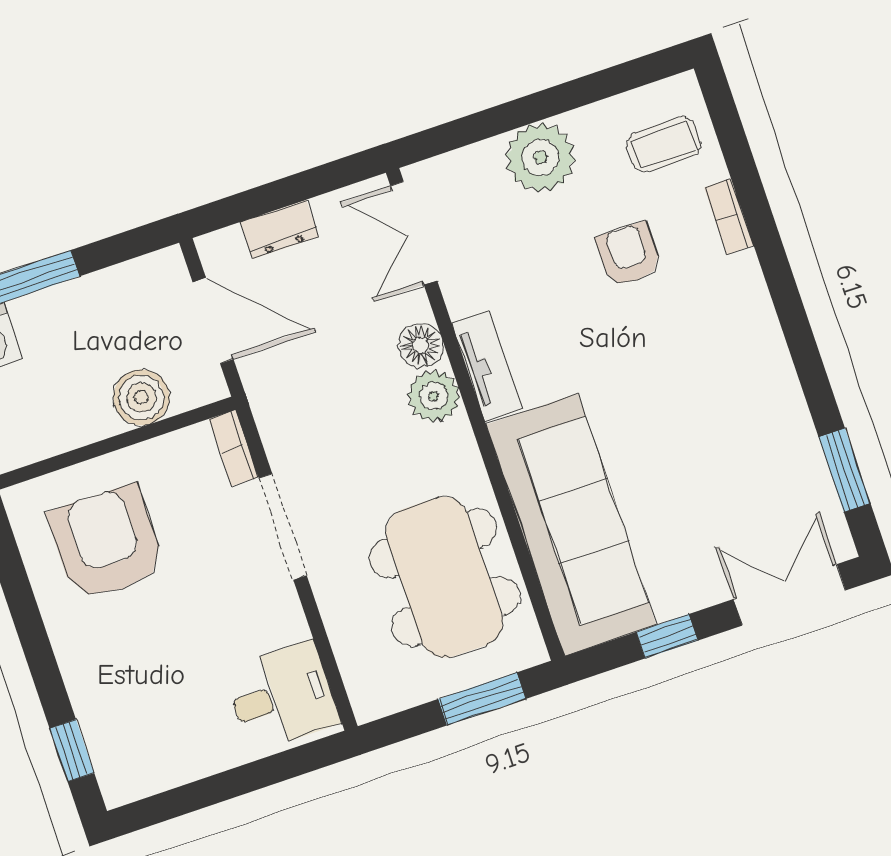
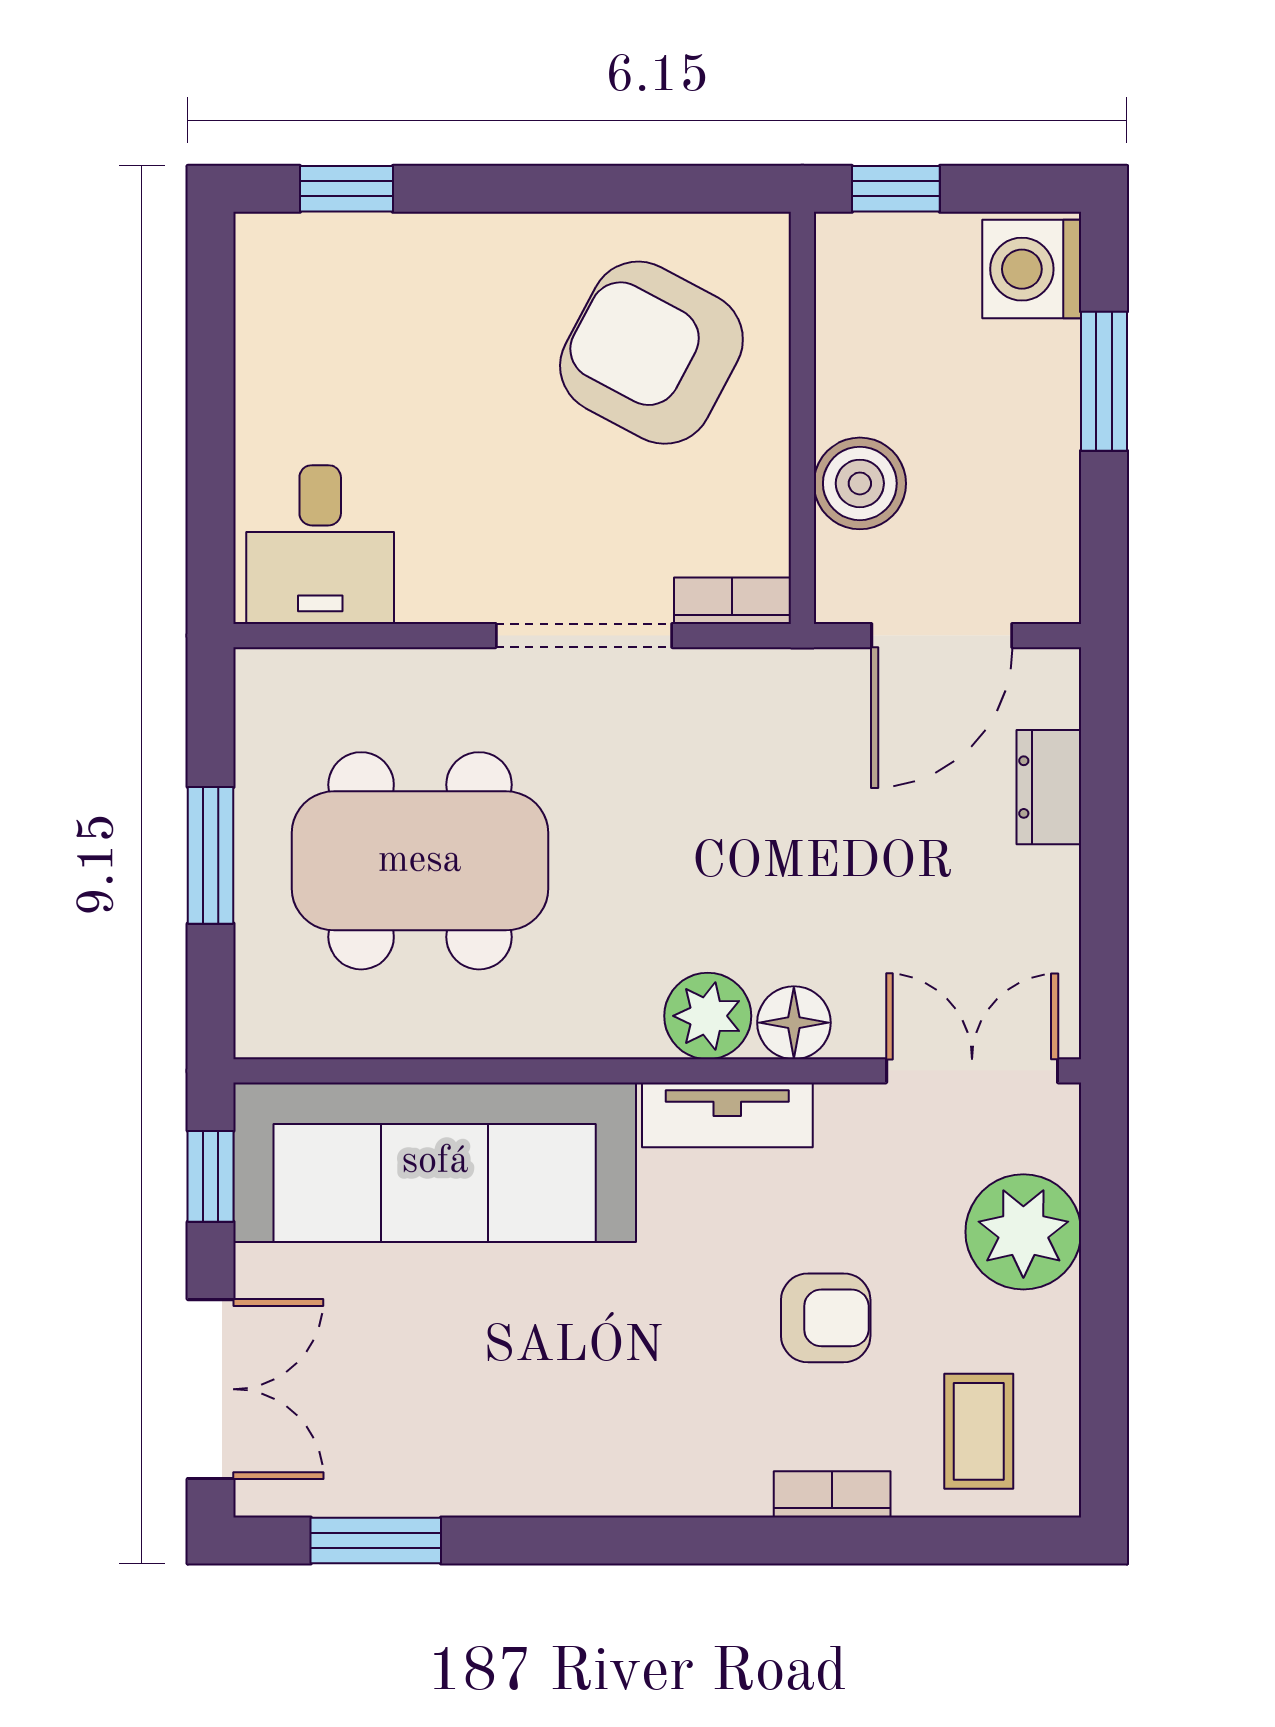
double door: (414, 233) -> (972, 1071), moved
floor lamp: (421, 345) -> (794, 1023), moved
tv unit: (487, 366) -> (727, 1115), moved
plant: (434, 396) -> (708, 1016), moved
wall: (475, 414) -> (657, 1071), moved
sofa: (571, 525) -> (435, 1162), moved
armchair: (107, 543) -> (651, 353), turned -152

